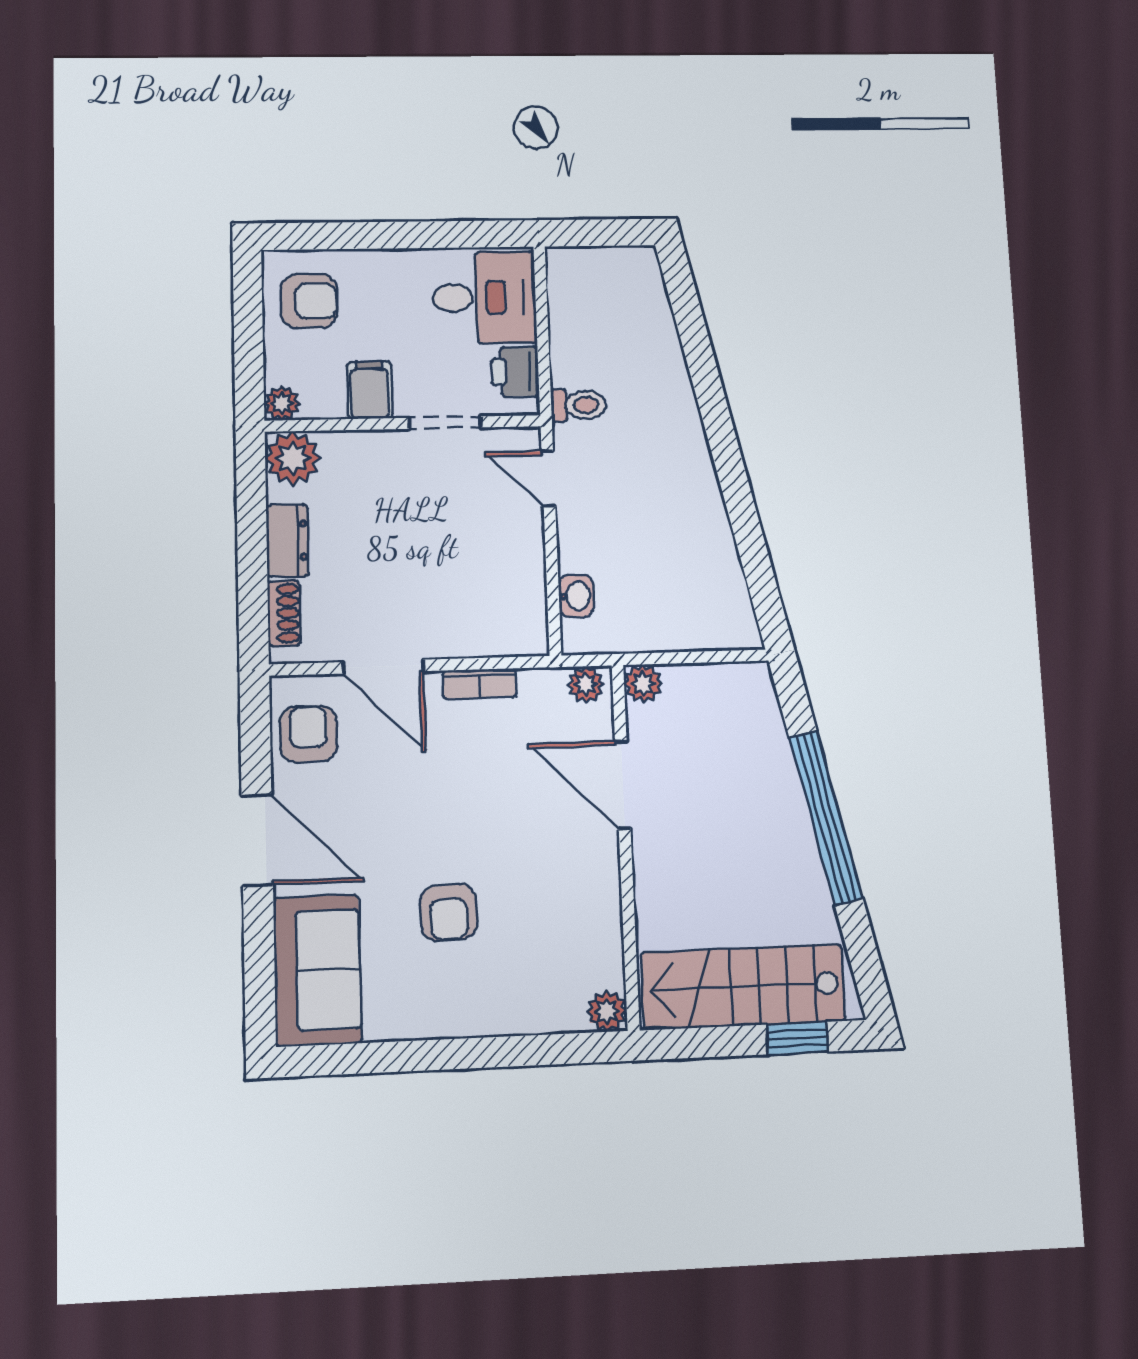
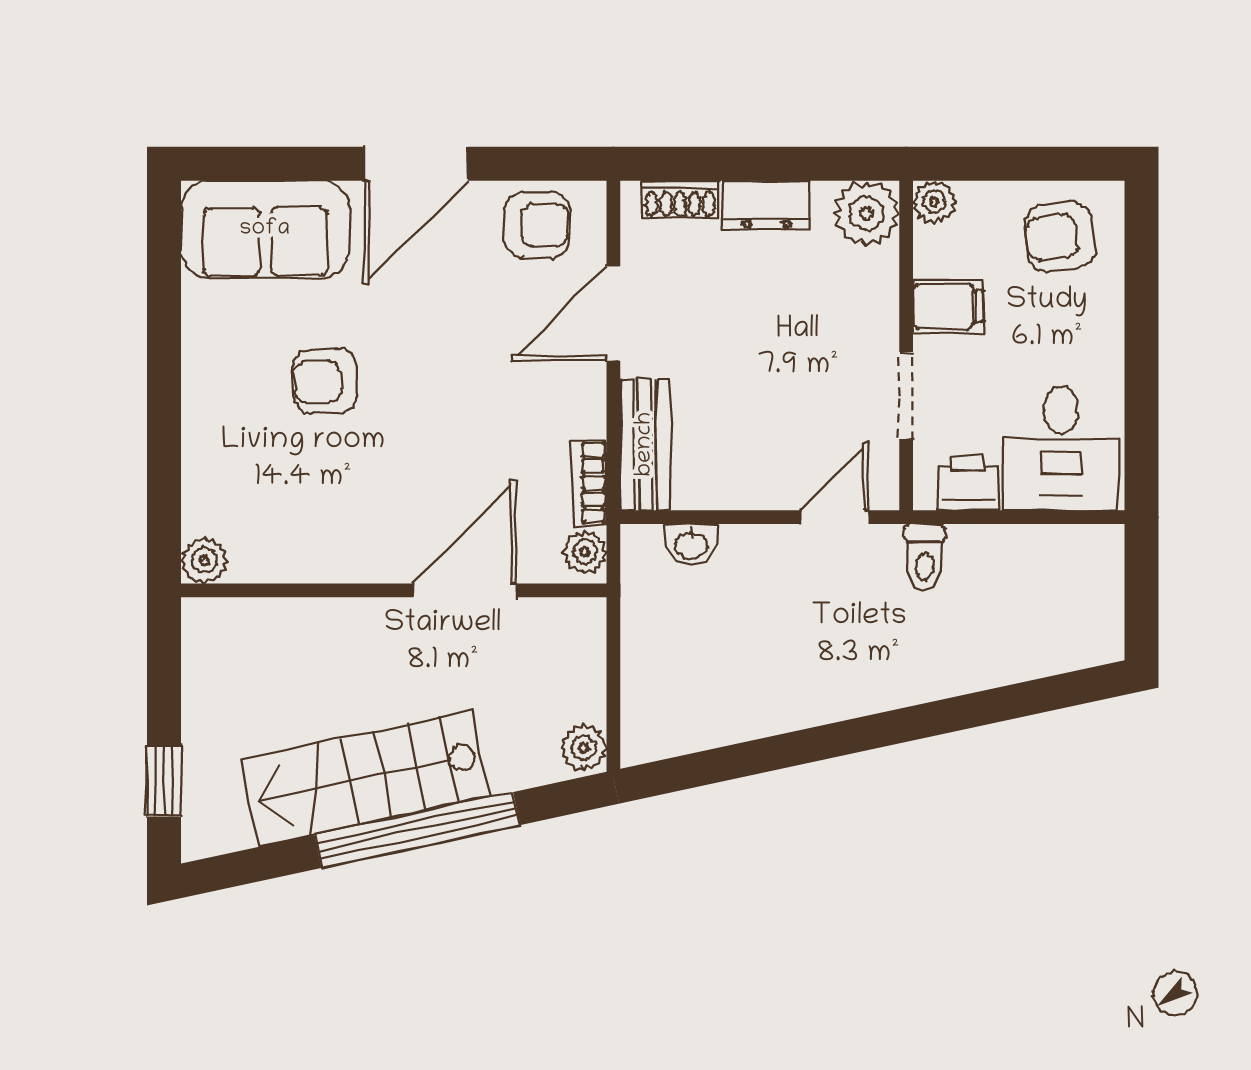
armchair: (309, 301) -> (1060, 237), turned 83
bench: (493, 637) -> (645, 444), added
bookcase: (480, 684) -> (589, 483), moved
plant: (643, 684) -> (584, 748), moved
stairs: (743, 987) -> (365, 778), moved, turned -102

